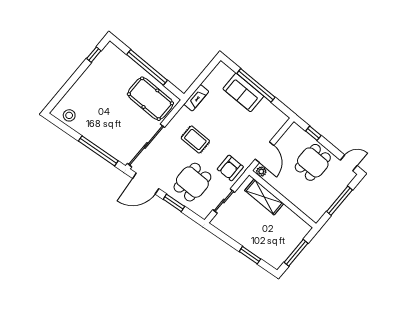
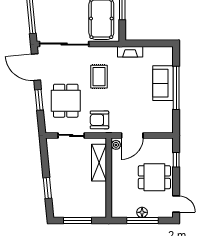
dining table: (192, 182) -> (66, 101), turned 90
floor lamp: (333, 196) -> (142, 212), added

